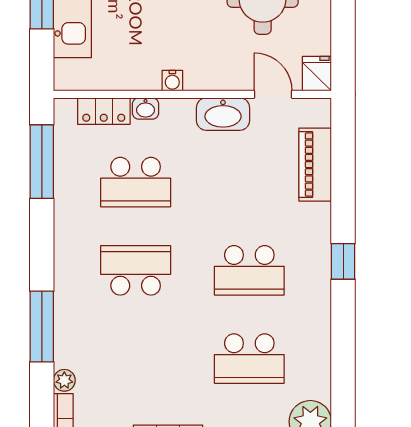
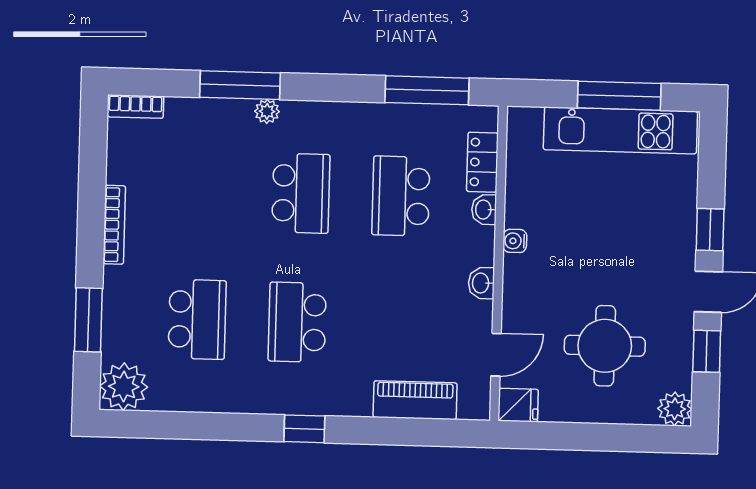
washbasin: (223, 114) -> (481, 283), width x0.52, depth x0.69
school desk: (249, 359) -> (197, 319), turned 180
plant: (64, 380) -> (267, 111), moved

